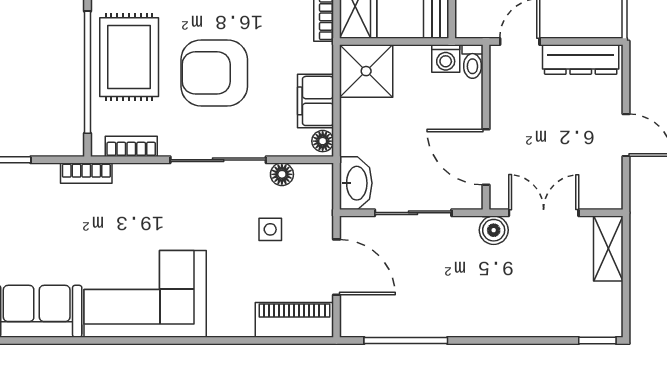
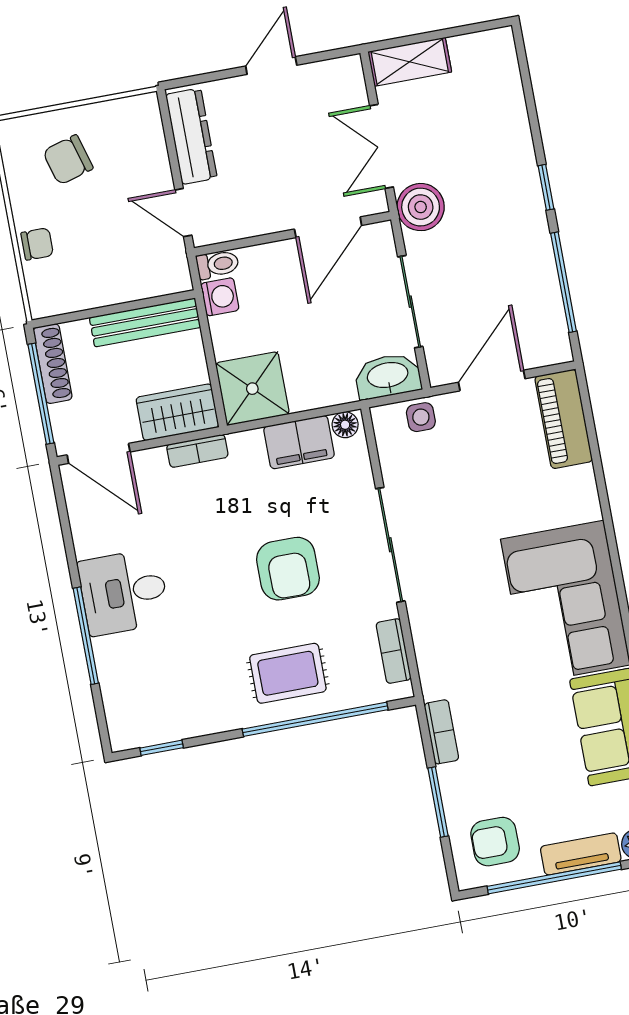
rug: (129, 57) -> (288, 673), width x0.73, depth x0.70
armchair: (214, 73) -> (288, 569), width x0.73, depth x0.73
bookcase: (86, 173) -> (441, 732), moved
floor lamp: (282, 174) -> (394, 466), removed
side table: (270, 229) -> (421, 417), moved
boiler: (494, 230) -> (421, 207), width x1.36, depth x1.36
window: (597, 340) -> (546, 187), moved

